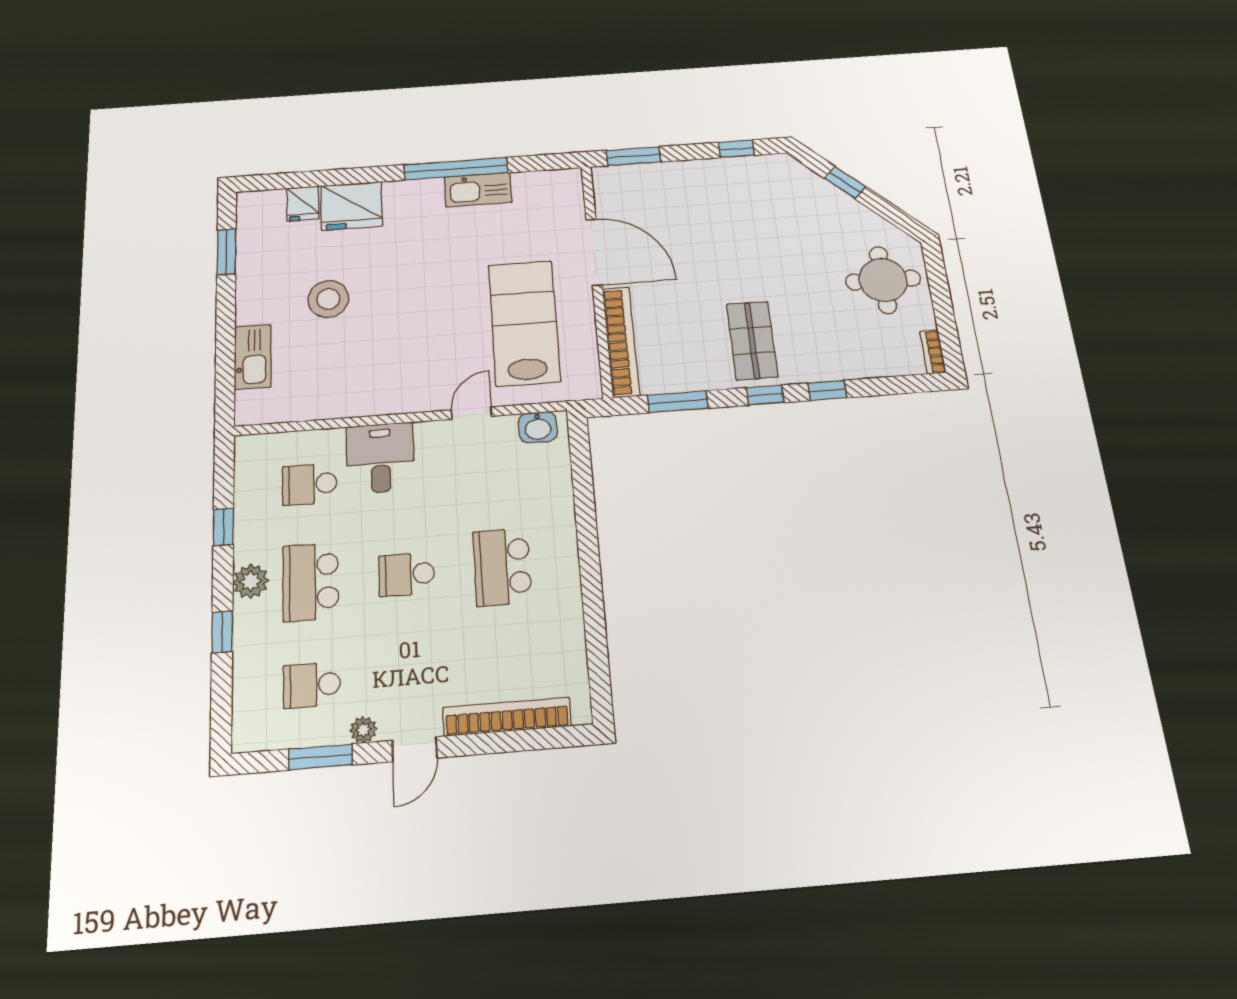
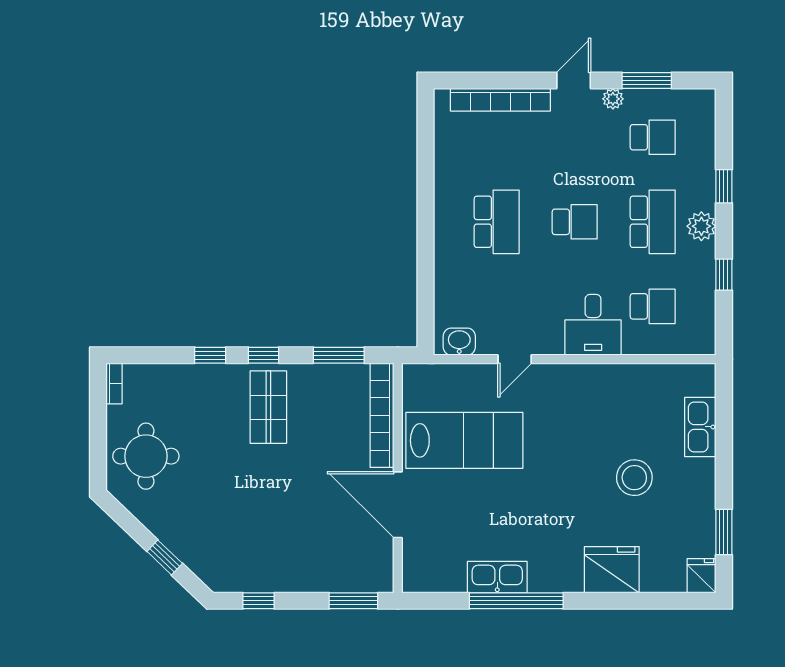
fridge: (303, 204) -> (702, 576), moved
lab bench: (524, 323) -> (464, 440), turned -90

